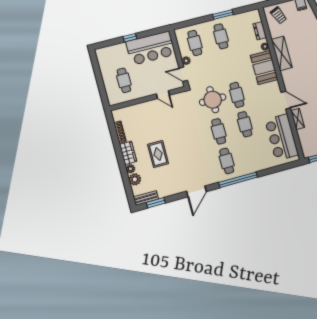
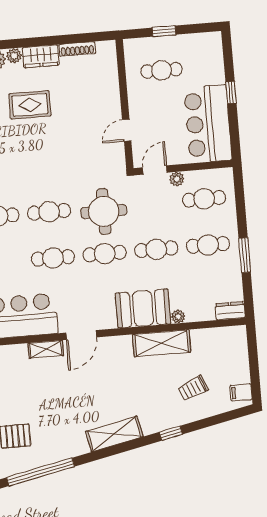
trolley: (278, 15) -> (193, 388), moved
dresser: (260, 31) -> (230, 311), moved
cafe table: (229, 66) -> (156, 249), added
window: (100, 83) -> (164, 31), added

